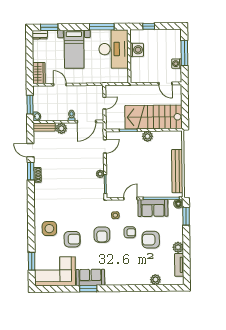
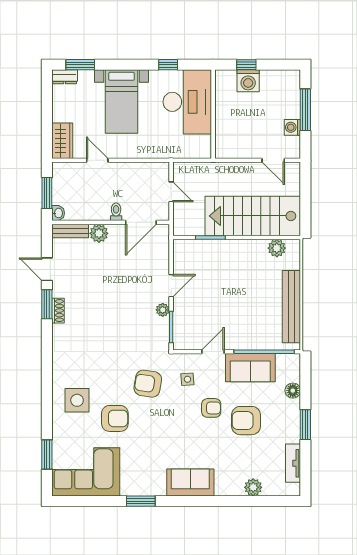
window: (102, 27) -> (168, 65), width x0.46
washing machine: (137, 50) -> (248, 81), moved, turned 90
door: (104, 103) -> (171, 192), hinge flipped
plant: (147, 136) -> (277, 248), moved
door: (105, 146) -> (171, 286), moved
floor lamp: (178, 204) -> (293, 391), moved
window: (186, 216) -> (305, 425), moved
armchair: (102, 235) -> (148, 384), moved, turned 99
plant: (178, 247) -> (292, 434), removed
sofa: (90, 277) -> (190, 482), moved

